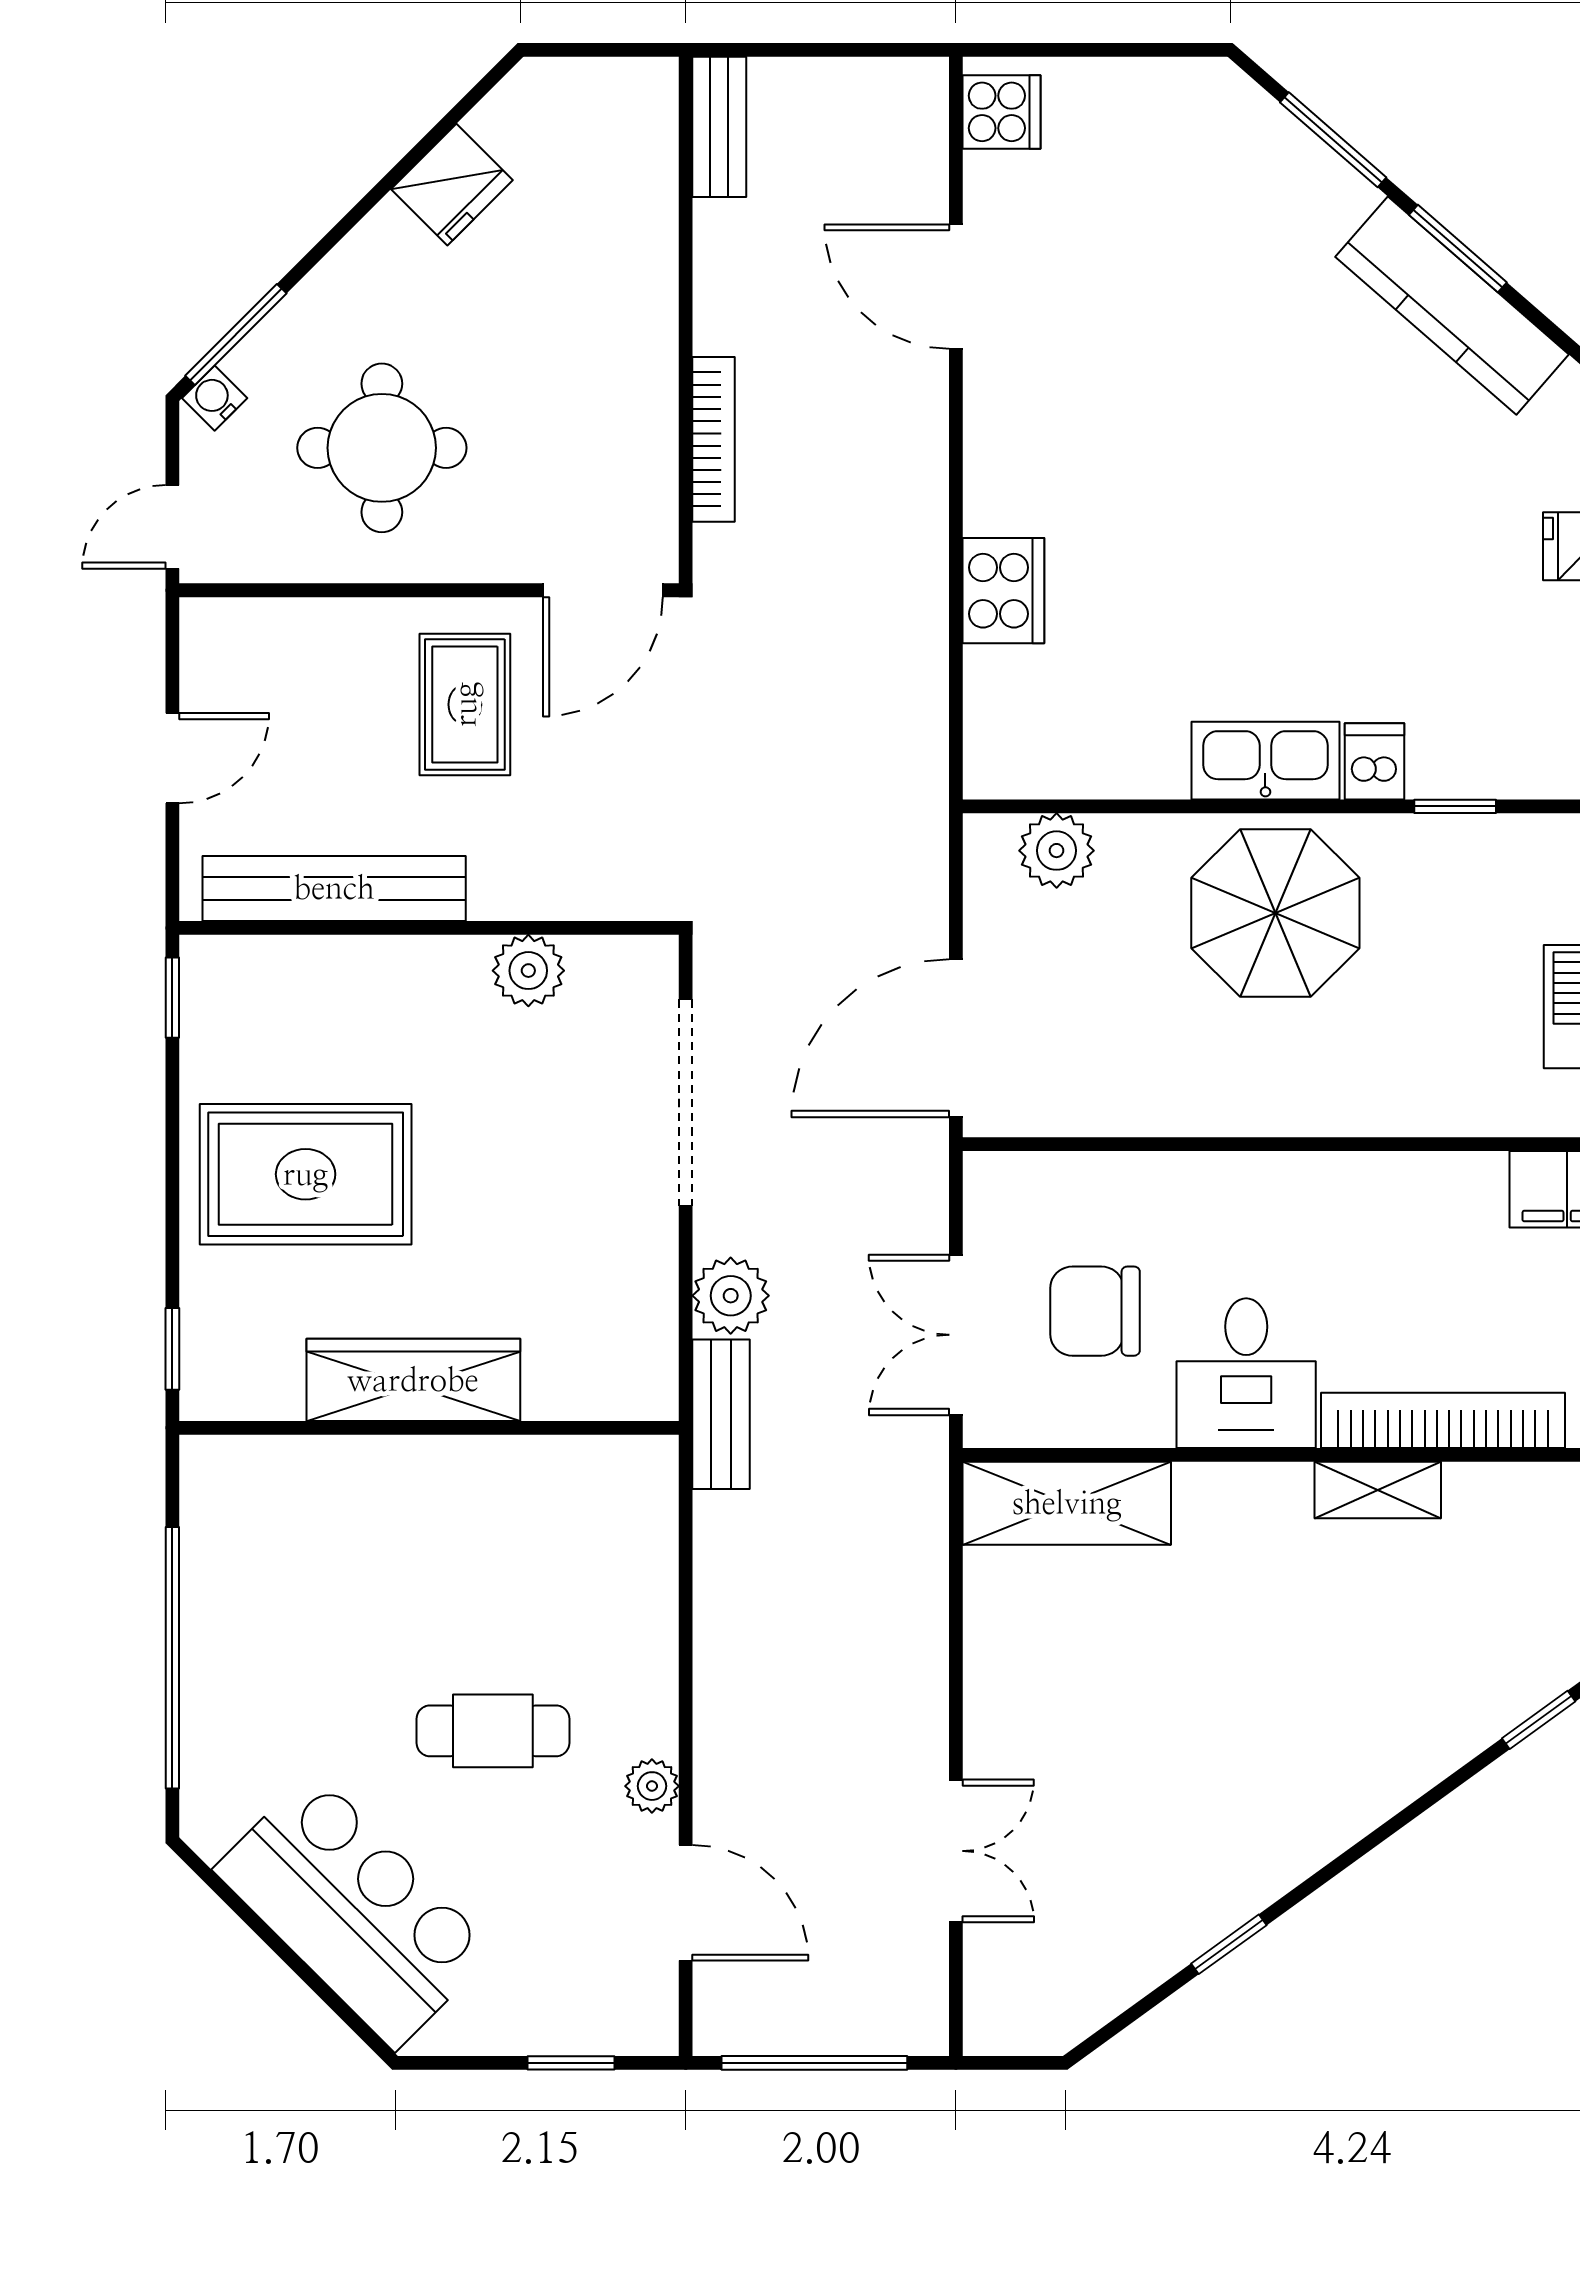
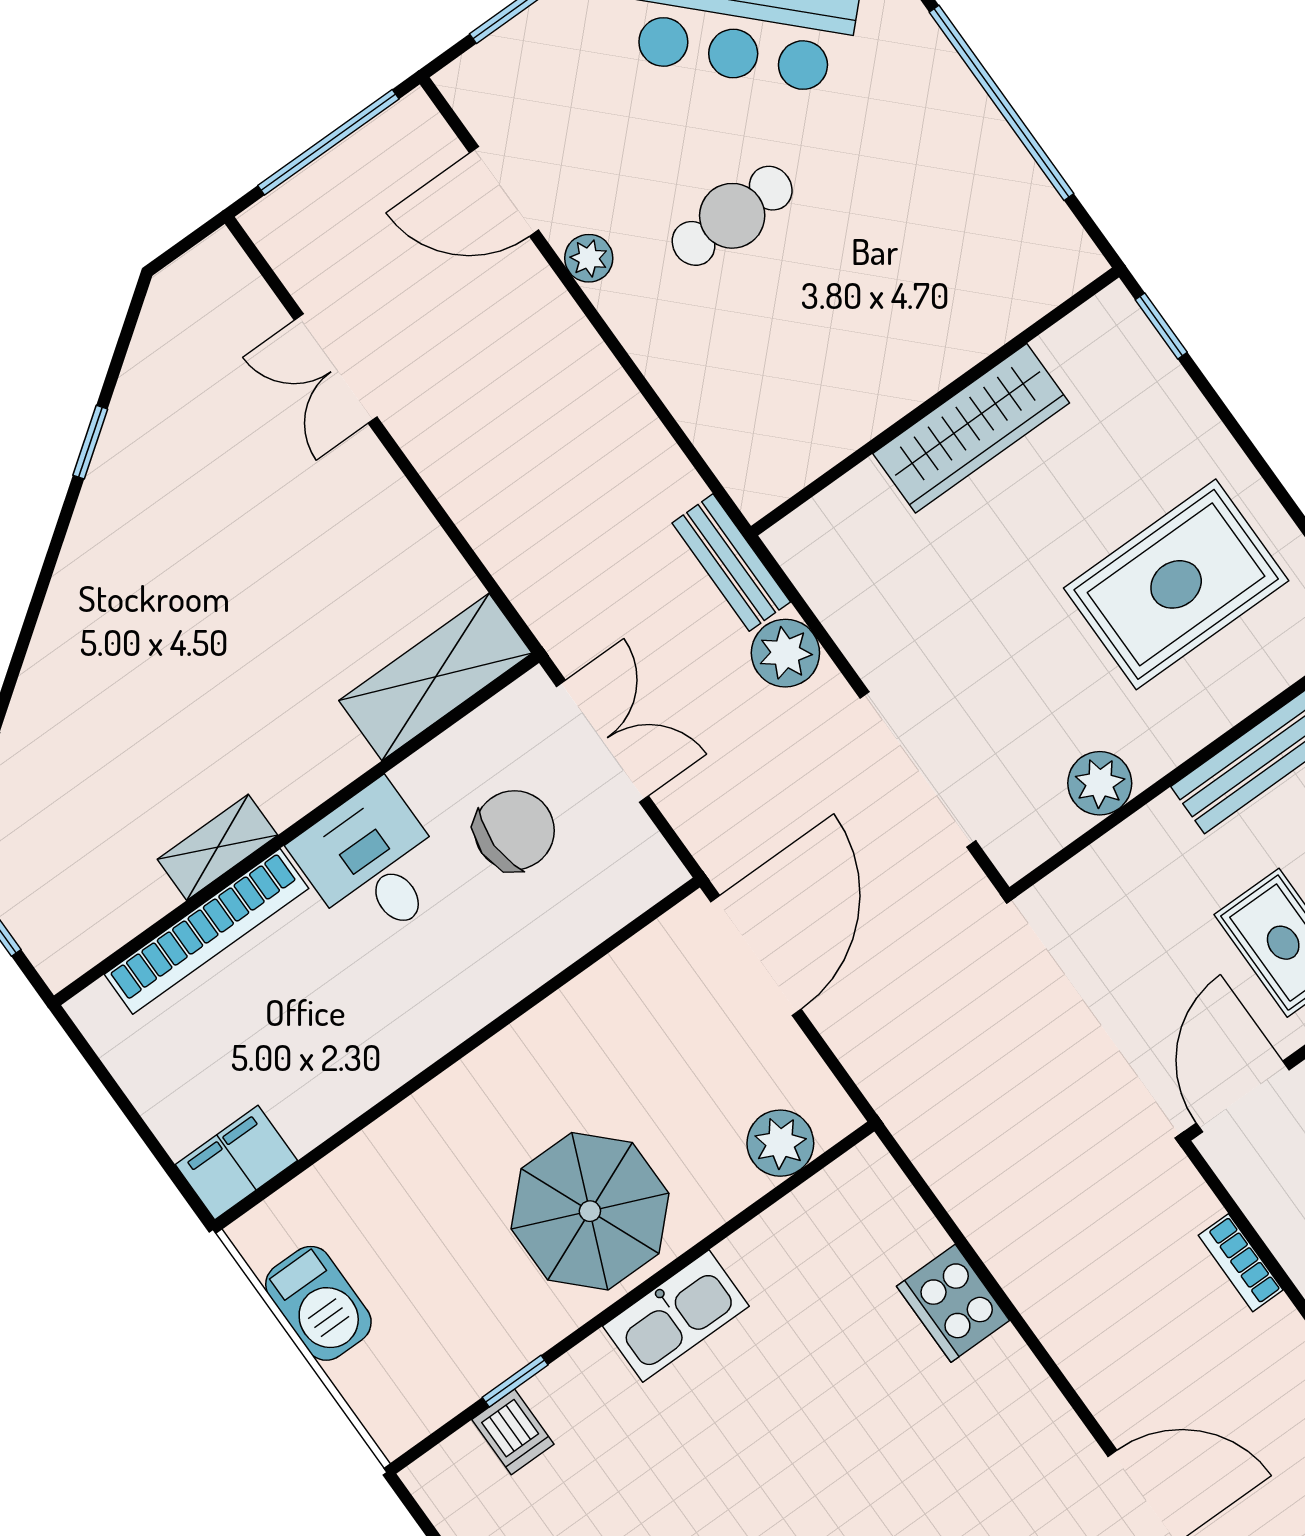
bookcase: (714, 439) -> (1241, 1263), width x0.64
dishwasher: (1374, 761) -> (513, 1432), moved
rug: (306, 1174) -> (1176, 584), moved

